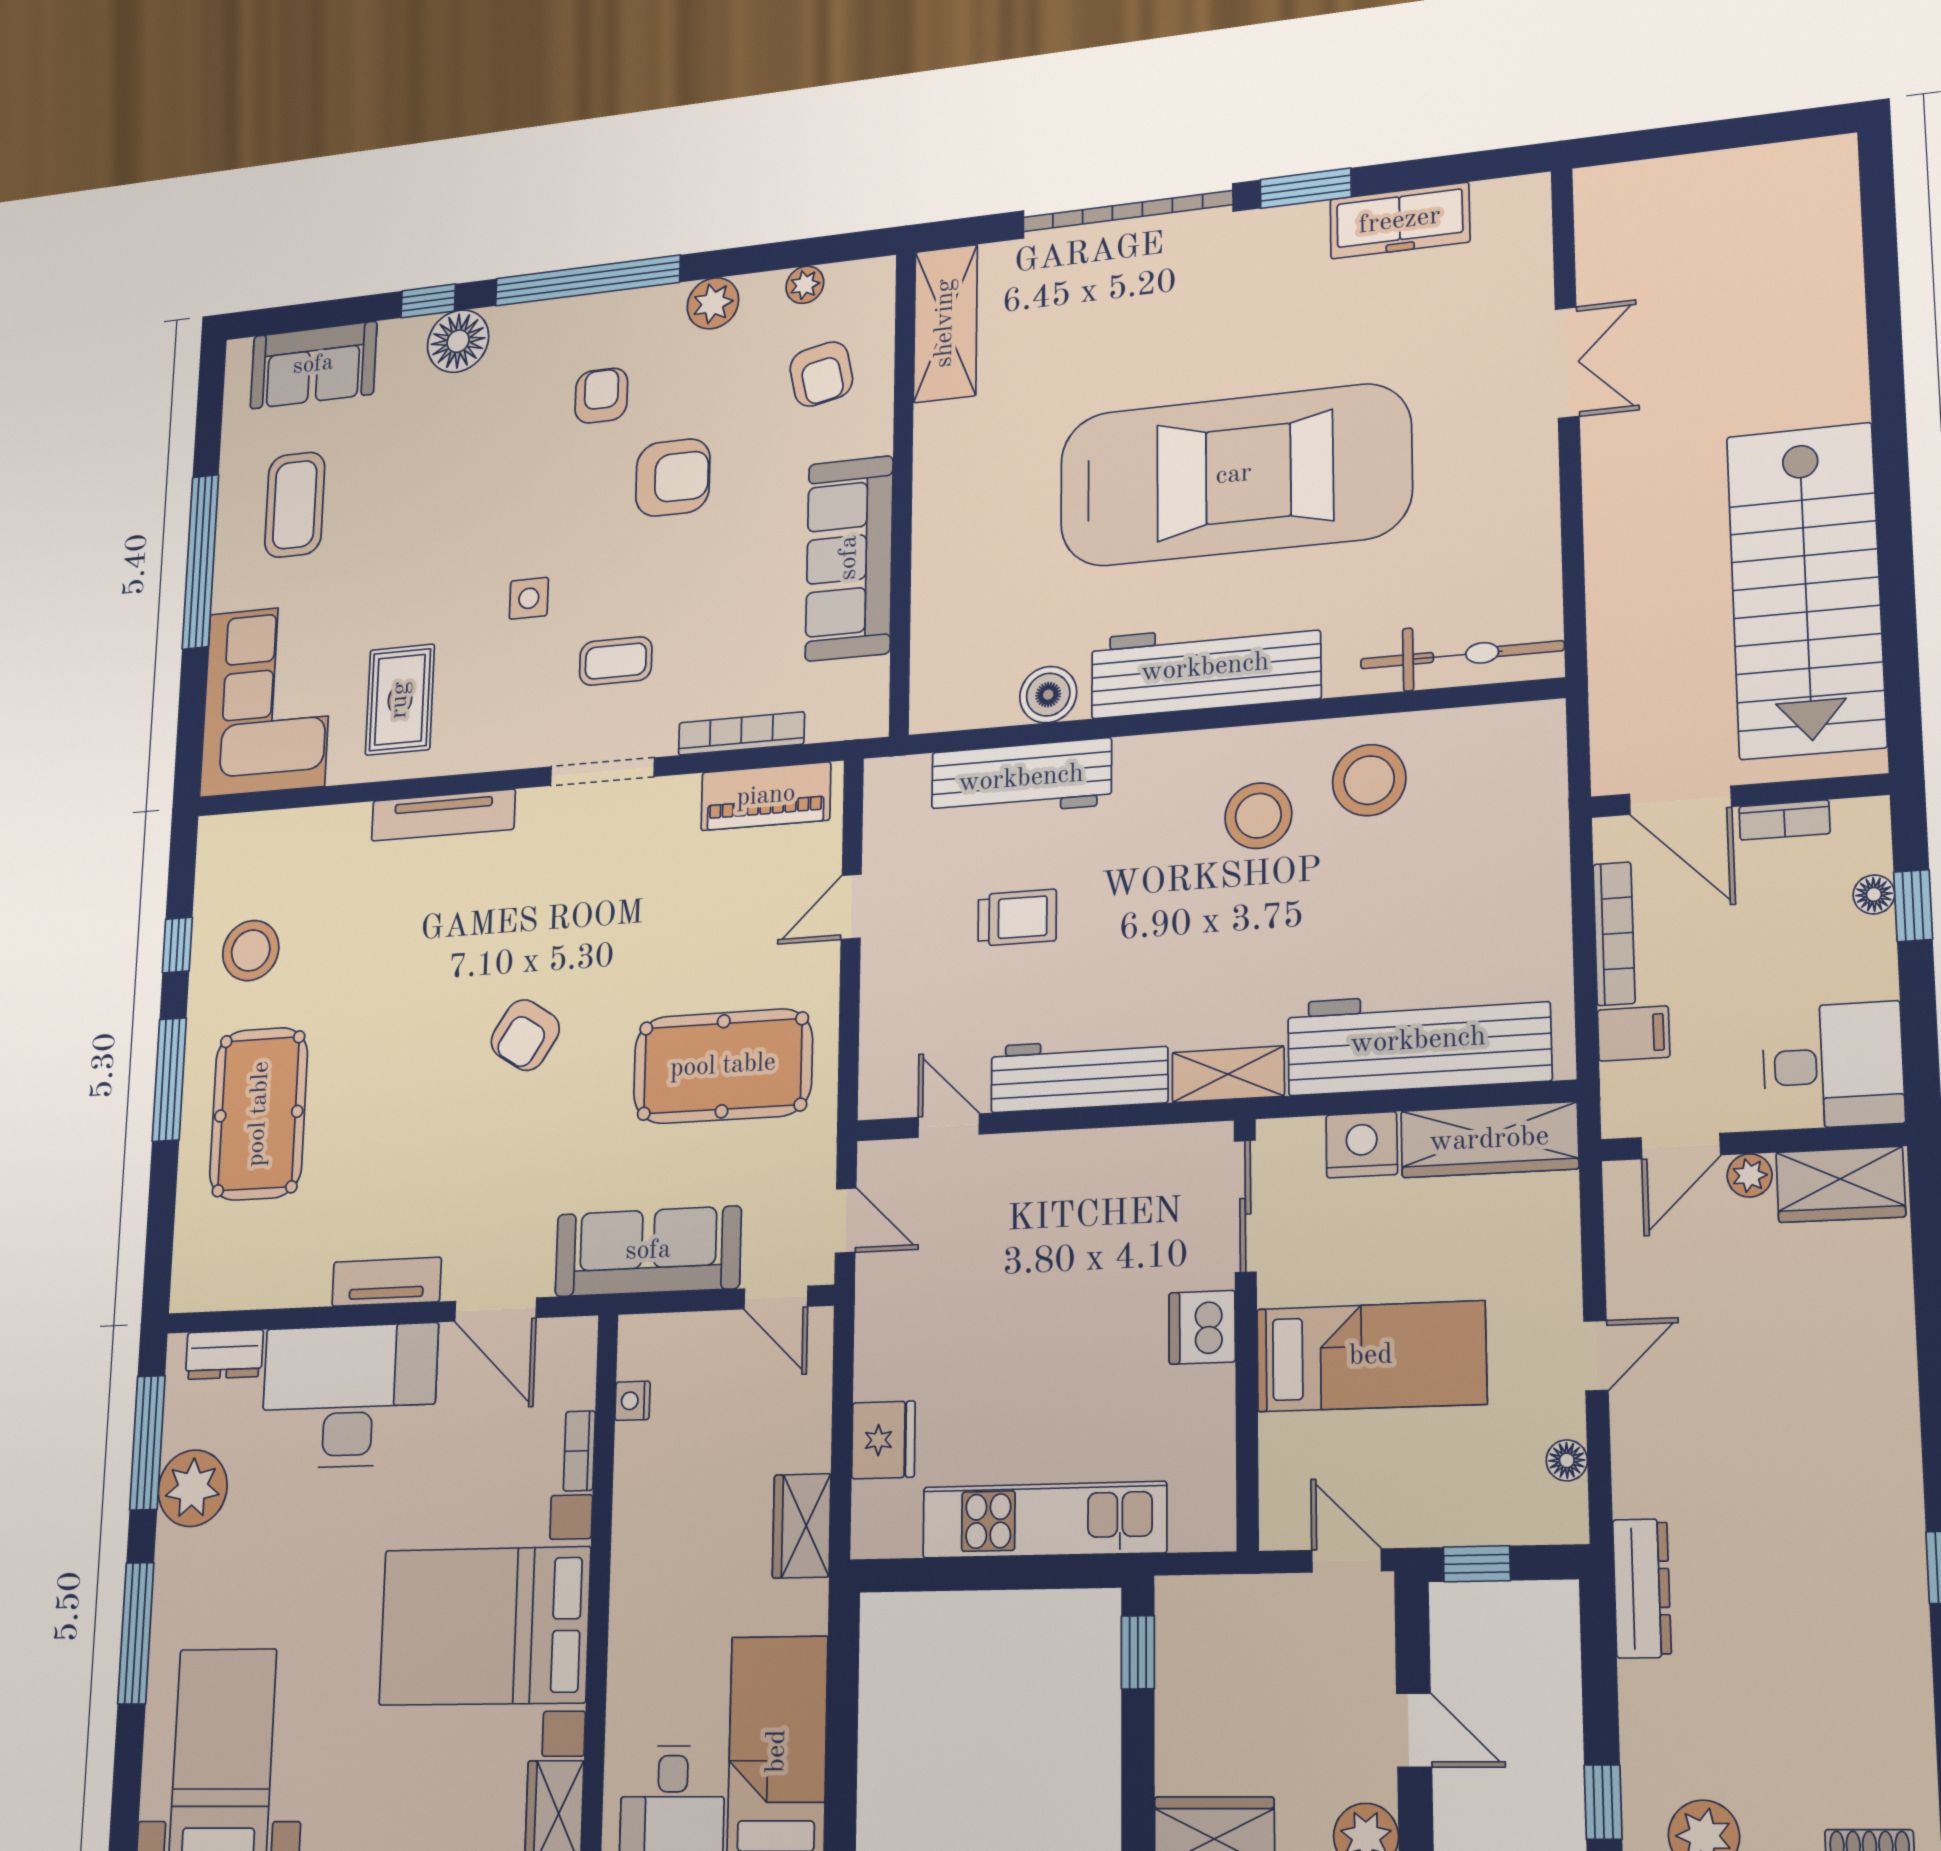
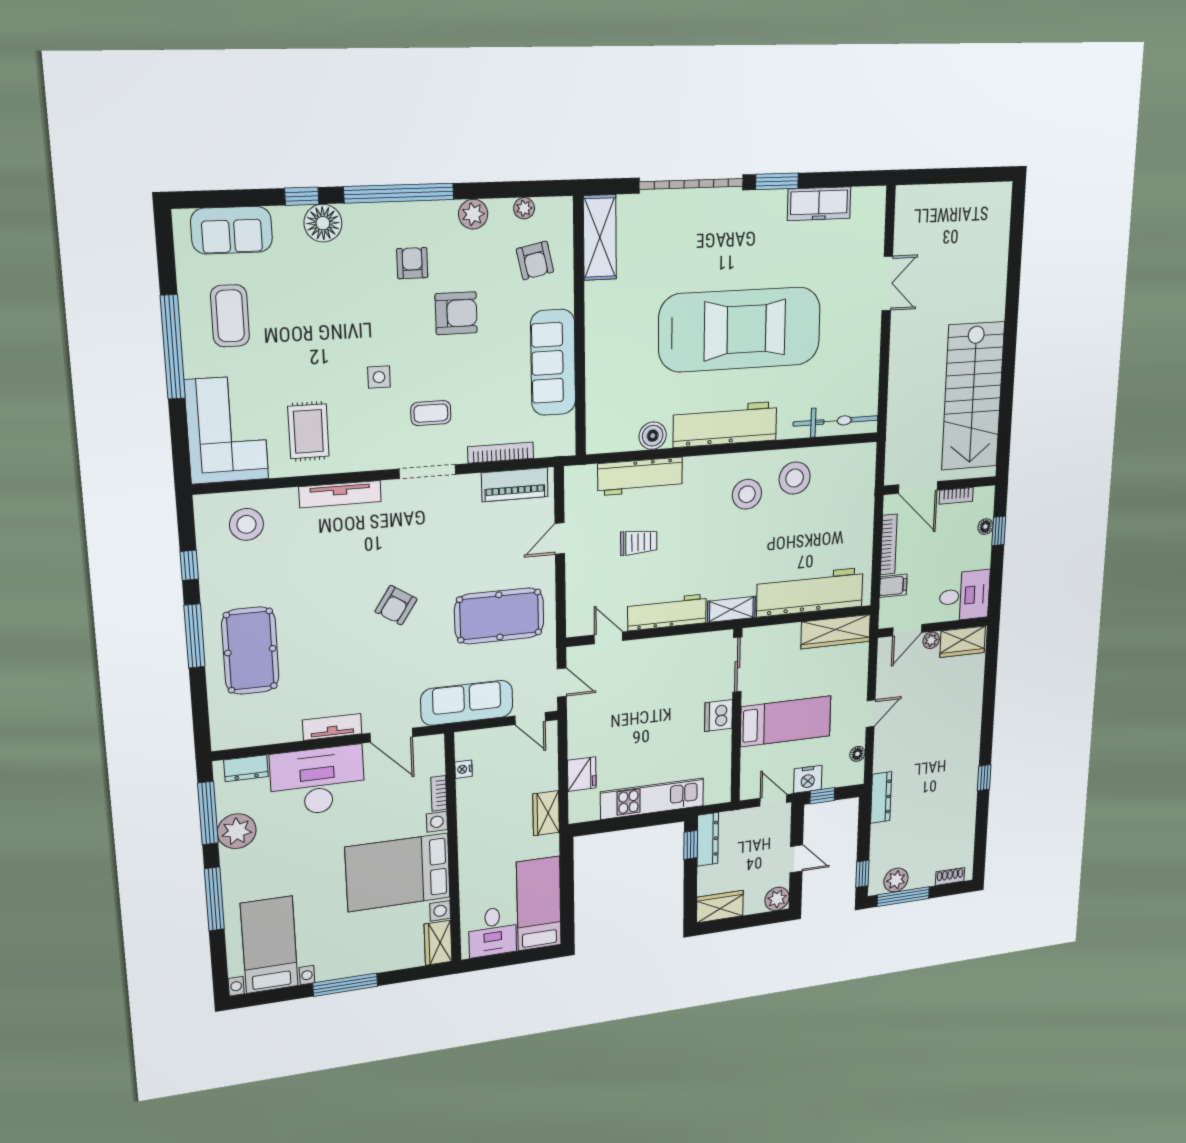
stool: (251, 951) -> (246, 524), moved
nightstand: (1362, 1145) -> (808, 779), moved, turned 180
dresser: (1180, 1644) -> (708, 839), added

